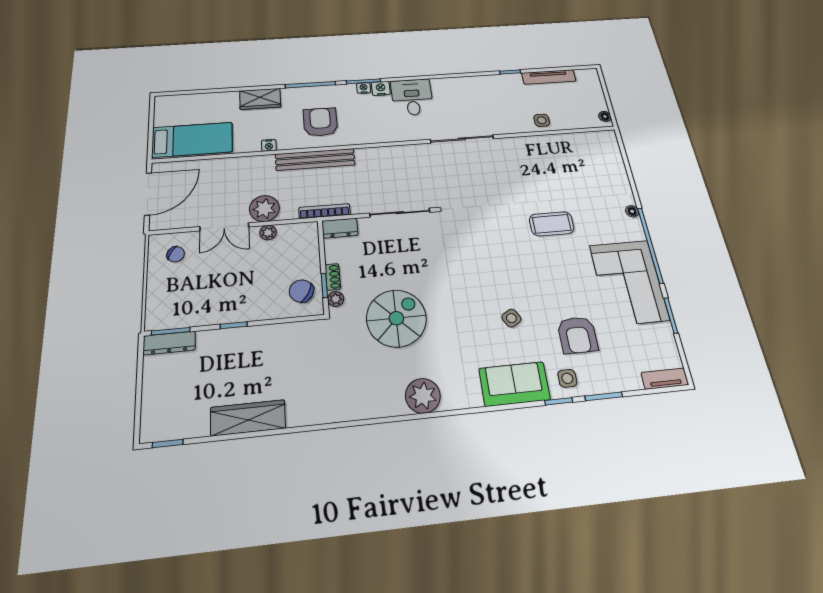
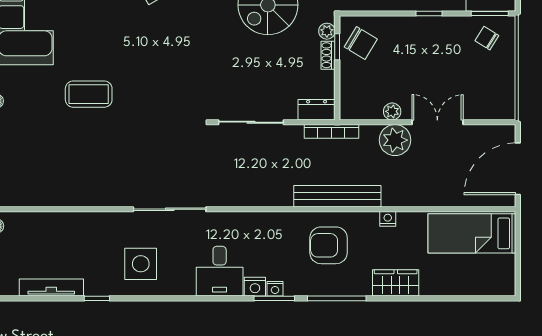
side table: (542, 120) -> (141, 264), moved, width x1.87, depth x1.87
armchair: (320, 122) -> (329, 245), turned 90
chair: (176, 254) -> (487, 38), moved

